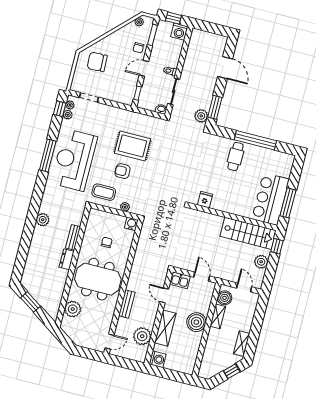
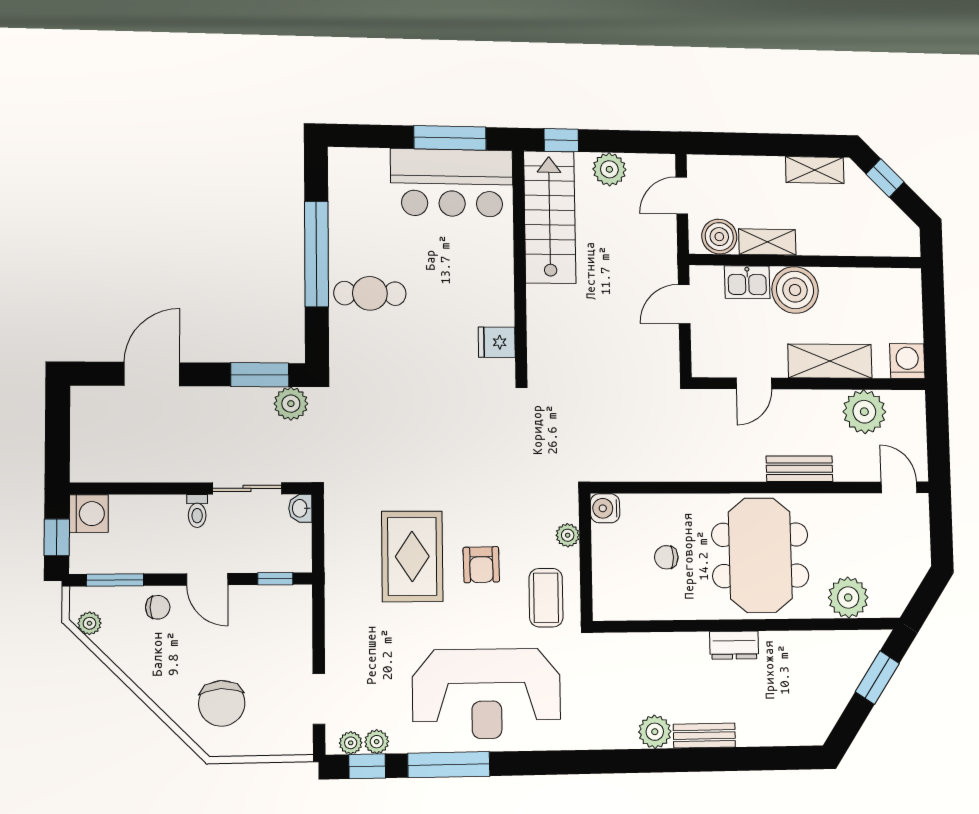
window: (48, 156) -> (449, 765), moved
bench: (73, 237) -> (704, 736), moved
kitchen sink: (180, 280) -> (747, 282), moved, turned 90
window: (31, 302) -> (877, 678), moved

